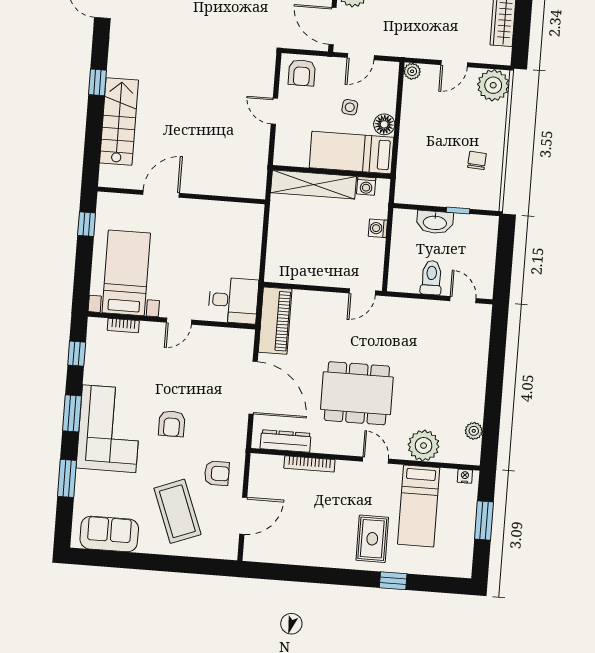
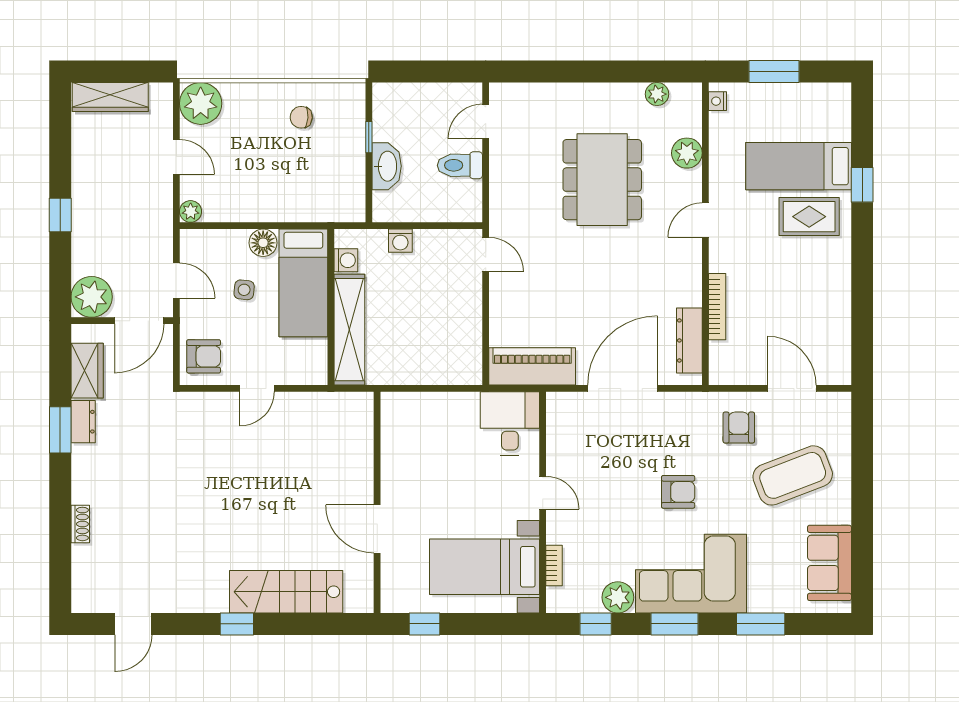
plant: (95, 372) -> (618, 597), added
dining table: (357, 393) -> (602, 180), moved
plant: (424, 446) -> (687, 153), width x0.73, depth x0.73
bed: (419, 506) -> (799, 166), moved, turned 180

